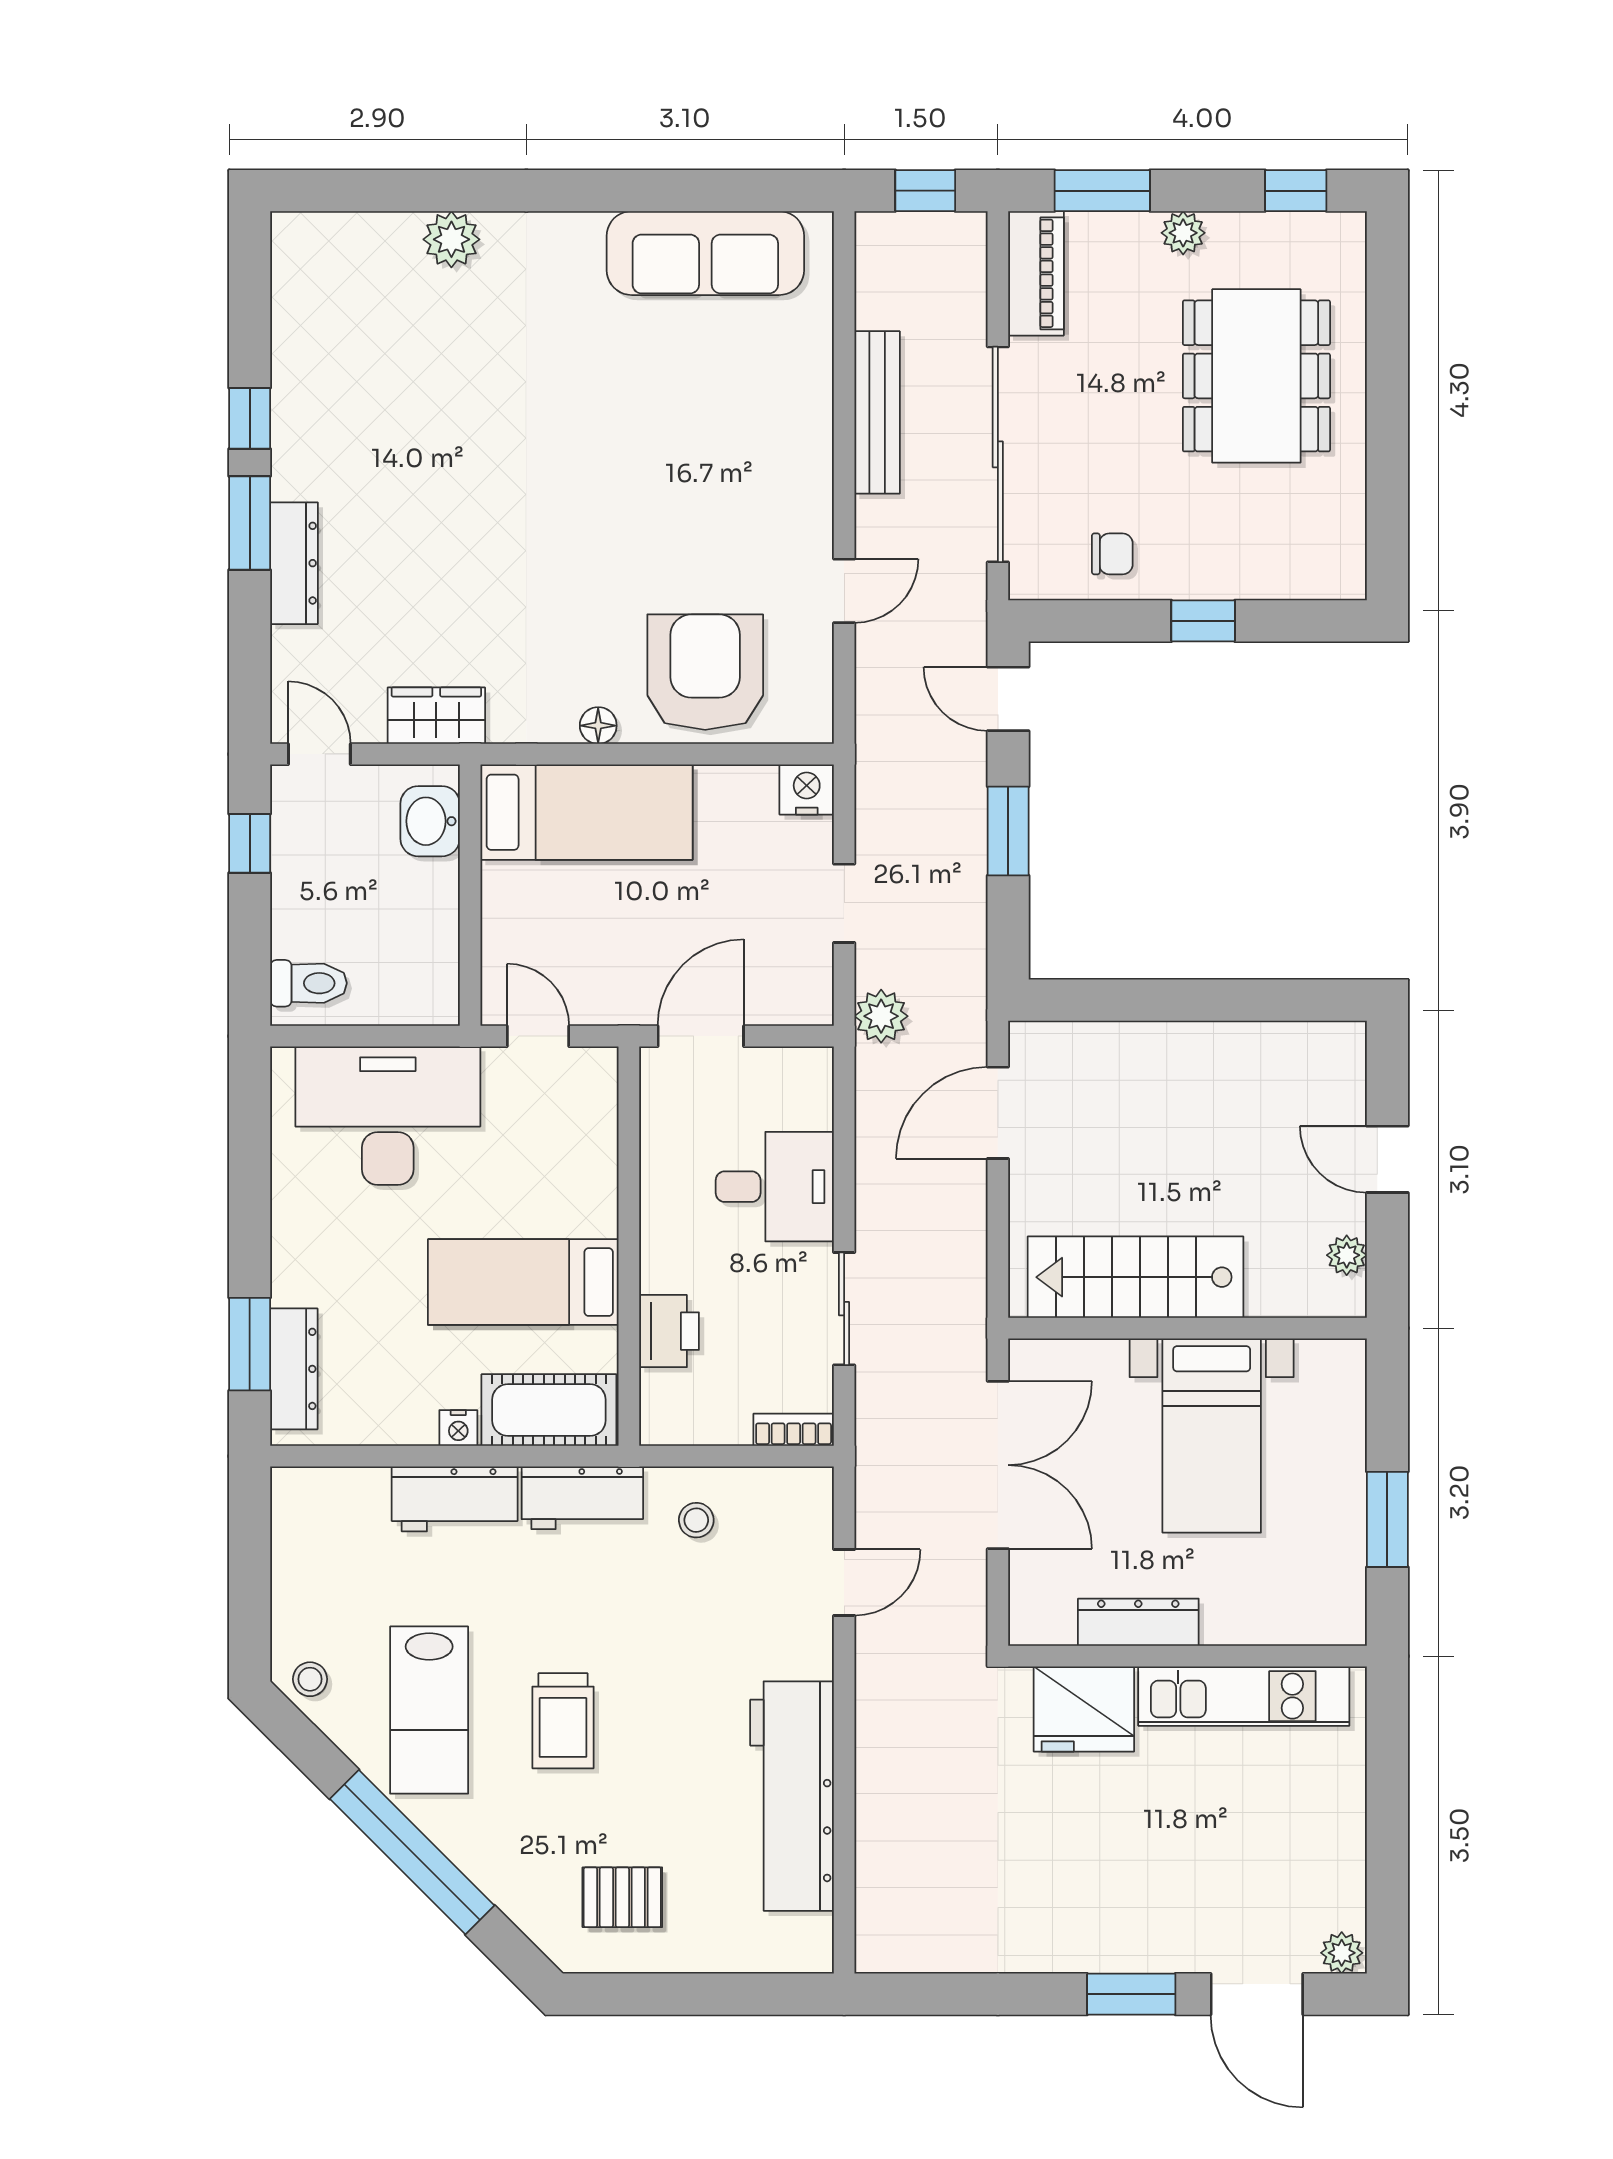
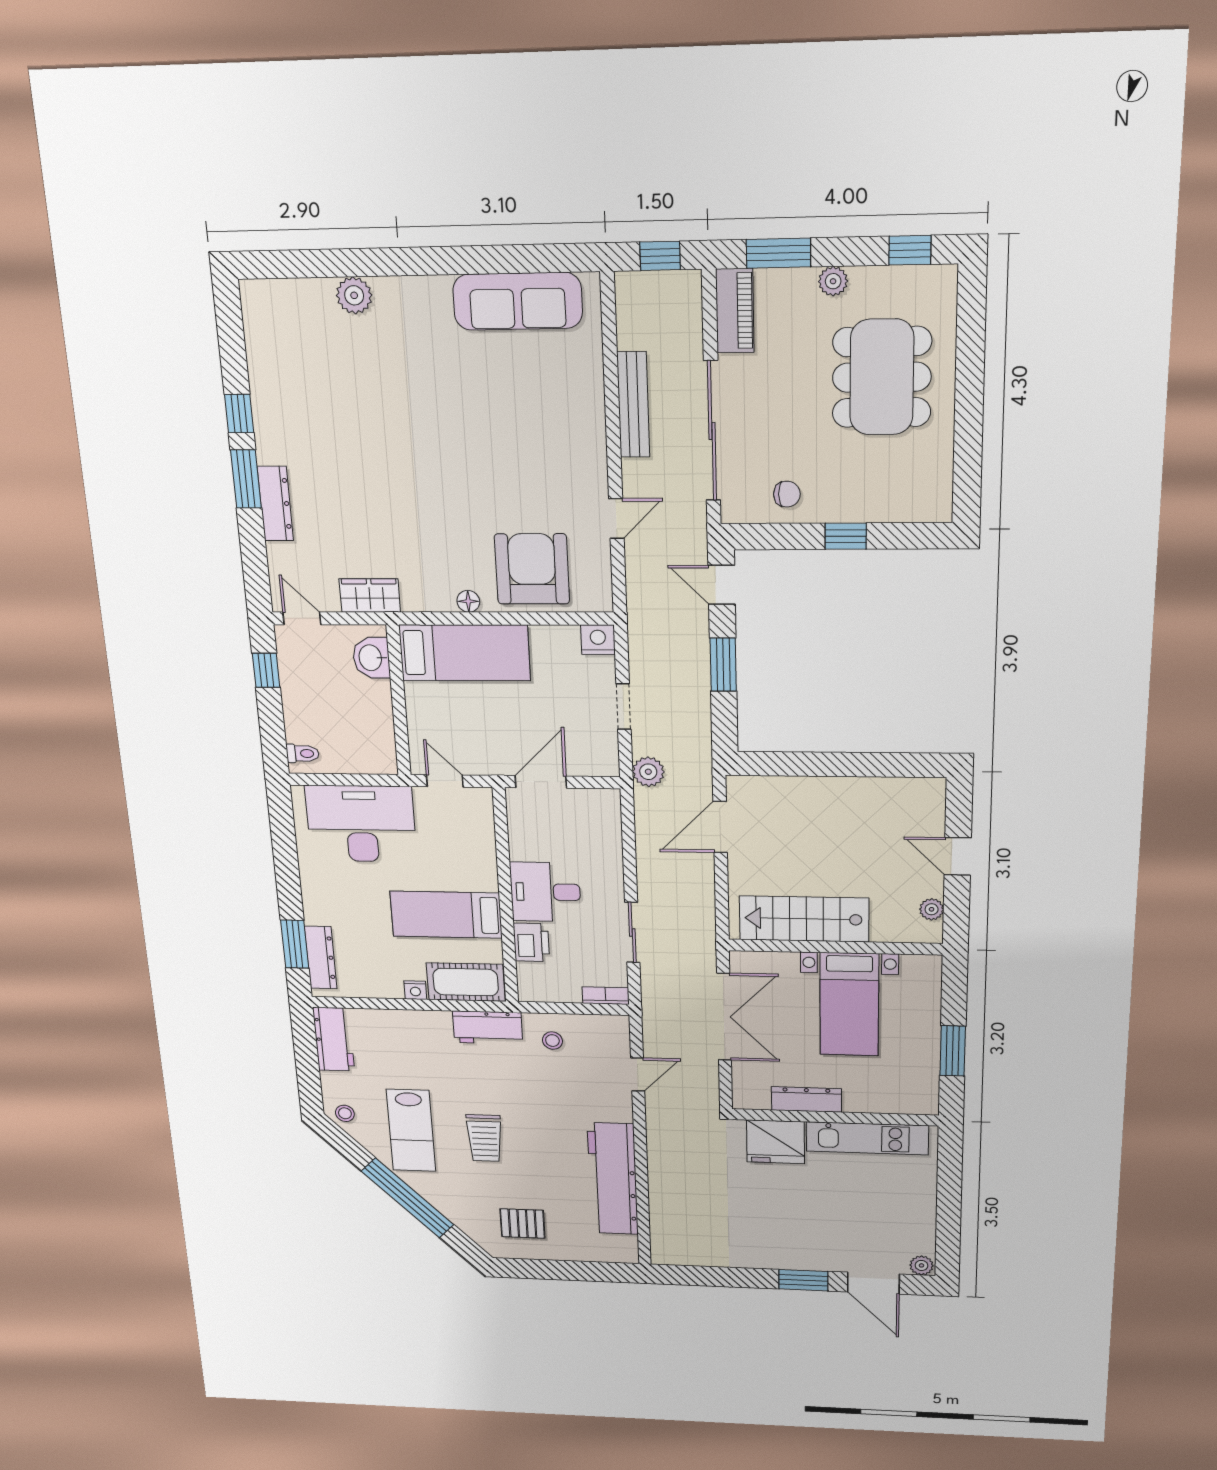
toilet: (309, 983) -> (303, 753), width x0.73, depth x0.72
desk: (775, 1187) -> (545, 892), moved, turned 180
workbench: (455, 1499) -> (334, 1039), moved, turned -90

